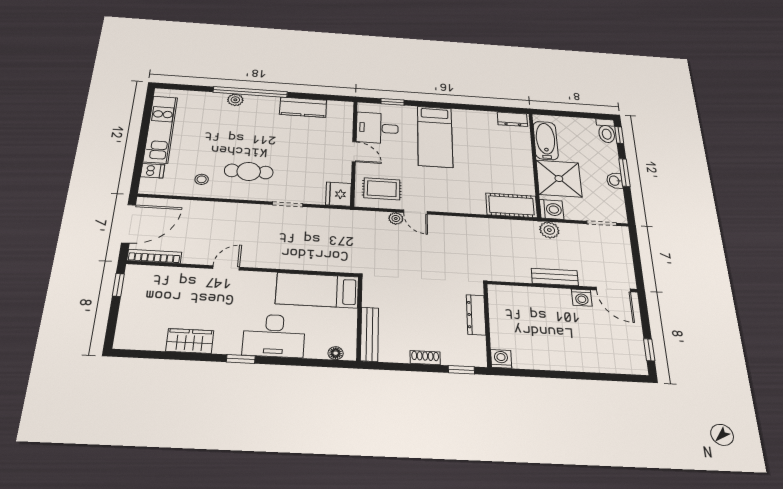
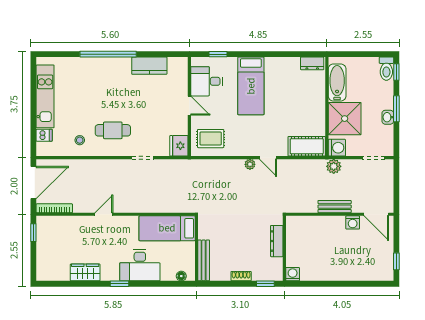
plant: (235, 100) -> (98, 63), removed
door: (415, 212) -> (268, 158), moved
plant: (396, 218) -> (250, 164), moved

